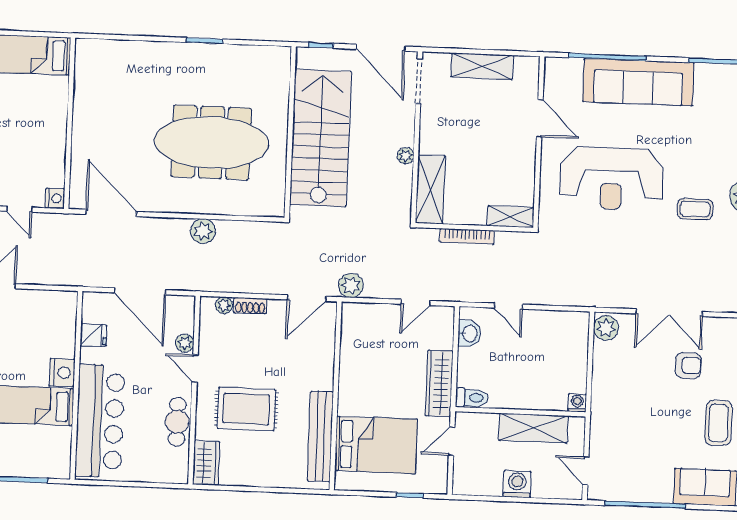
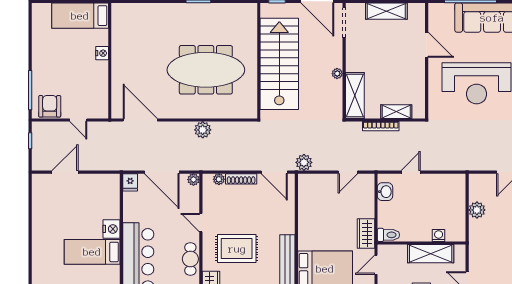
nightstand: (55, 198) -> (102, 53), moved
shelving: (511, 217) -> (396, 112), moved
door: (307, 298) -> (274, 172), hinge flipped
shoe rack: (250, 306) -> (241, 179), width x1.43
door: (508, 306) -> (411, 172), swing flipped
plant: (606, 328) -> (477, 210), moved
fridge: (93, 335) -> (130, 182), moved, turned 90
plant: (185, 343) -> (193, 180), moved
wardrobe: (439, 383) -> (366, 234), width x0.67
washing machine: (577, 403) -> (439, 235), moved

